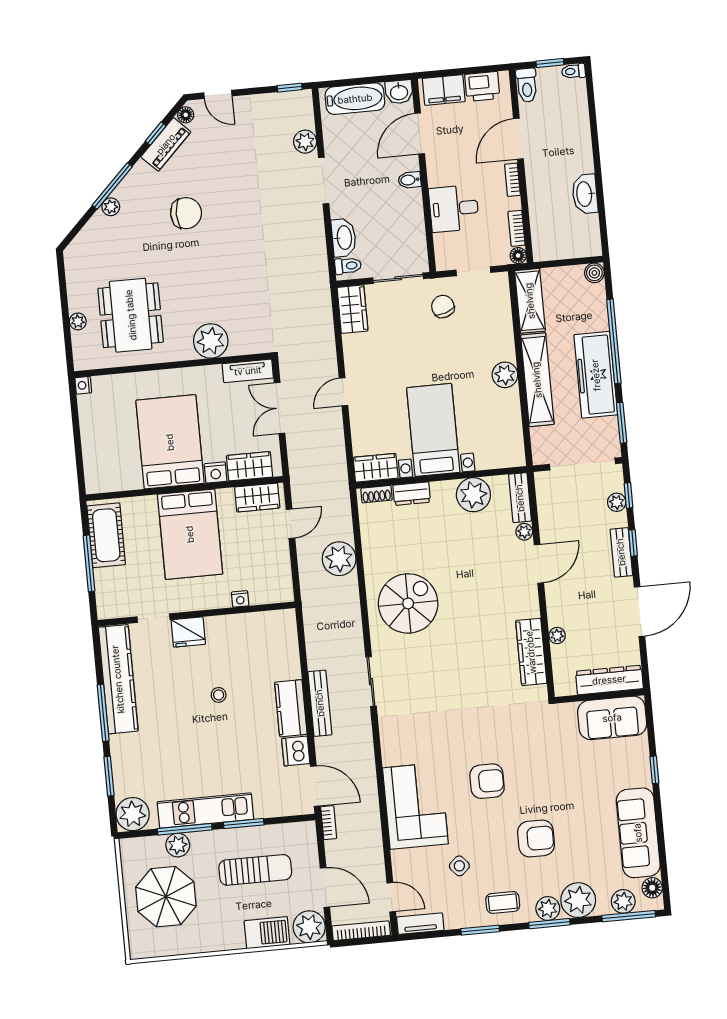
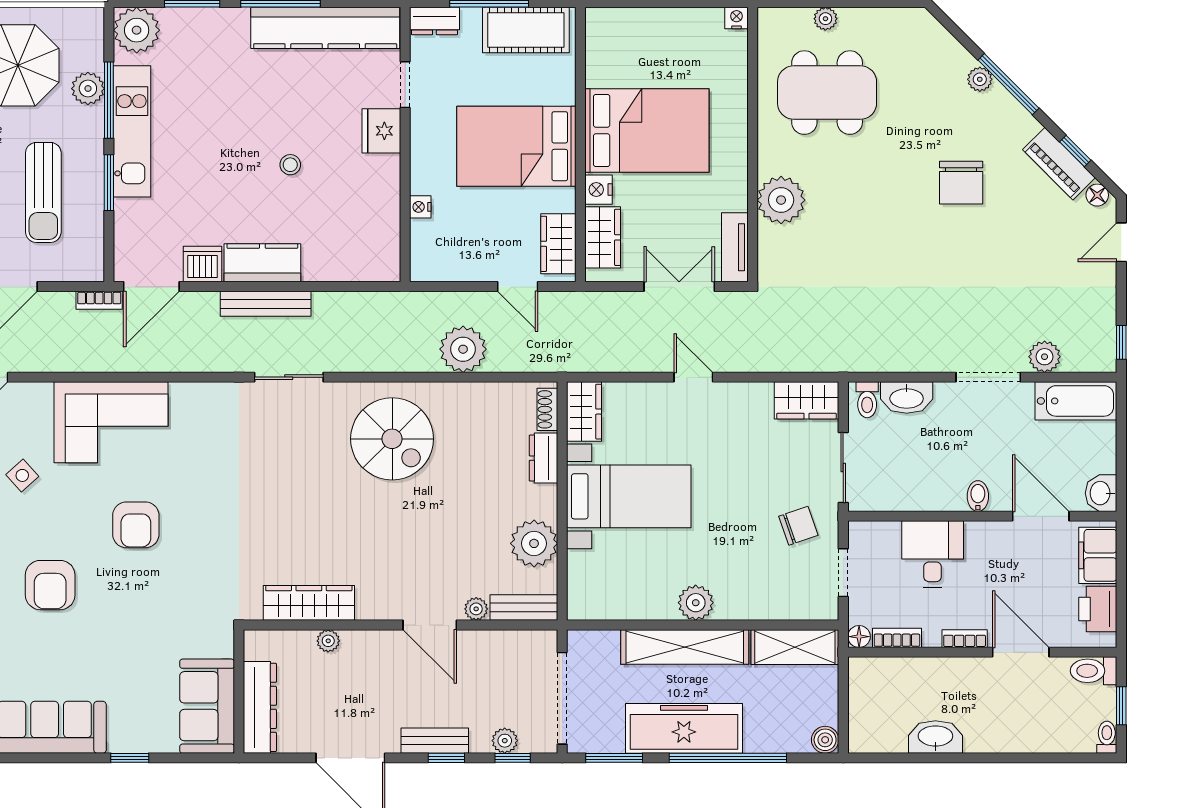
bathtub: (355, 99) -> (1076, 401), moved, turned -90
dresser: (106, 601) -> (434, 21), added

